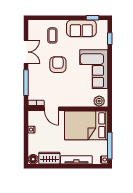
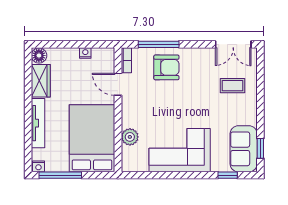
sofa: (81, 28) -> (244, 149), moved
double door: (26, 52) -> (233, 44), moved
armchair: (58, 65) -> (166, 67), moved
plant: (99, 101) -> (130, 137), moved
door: (52, 109) -> (118, 84), hinge flipped

